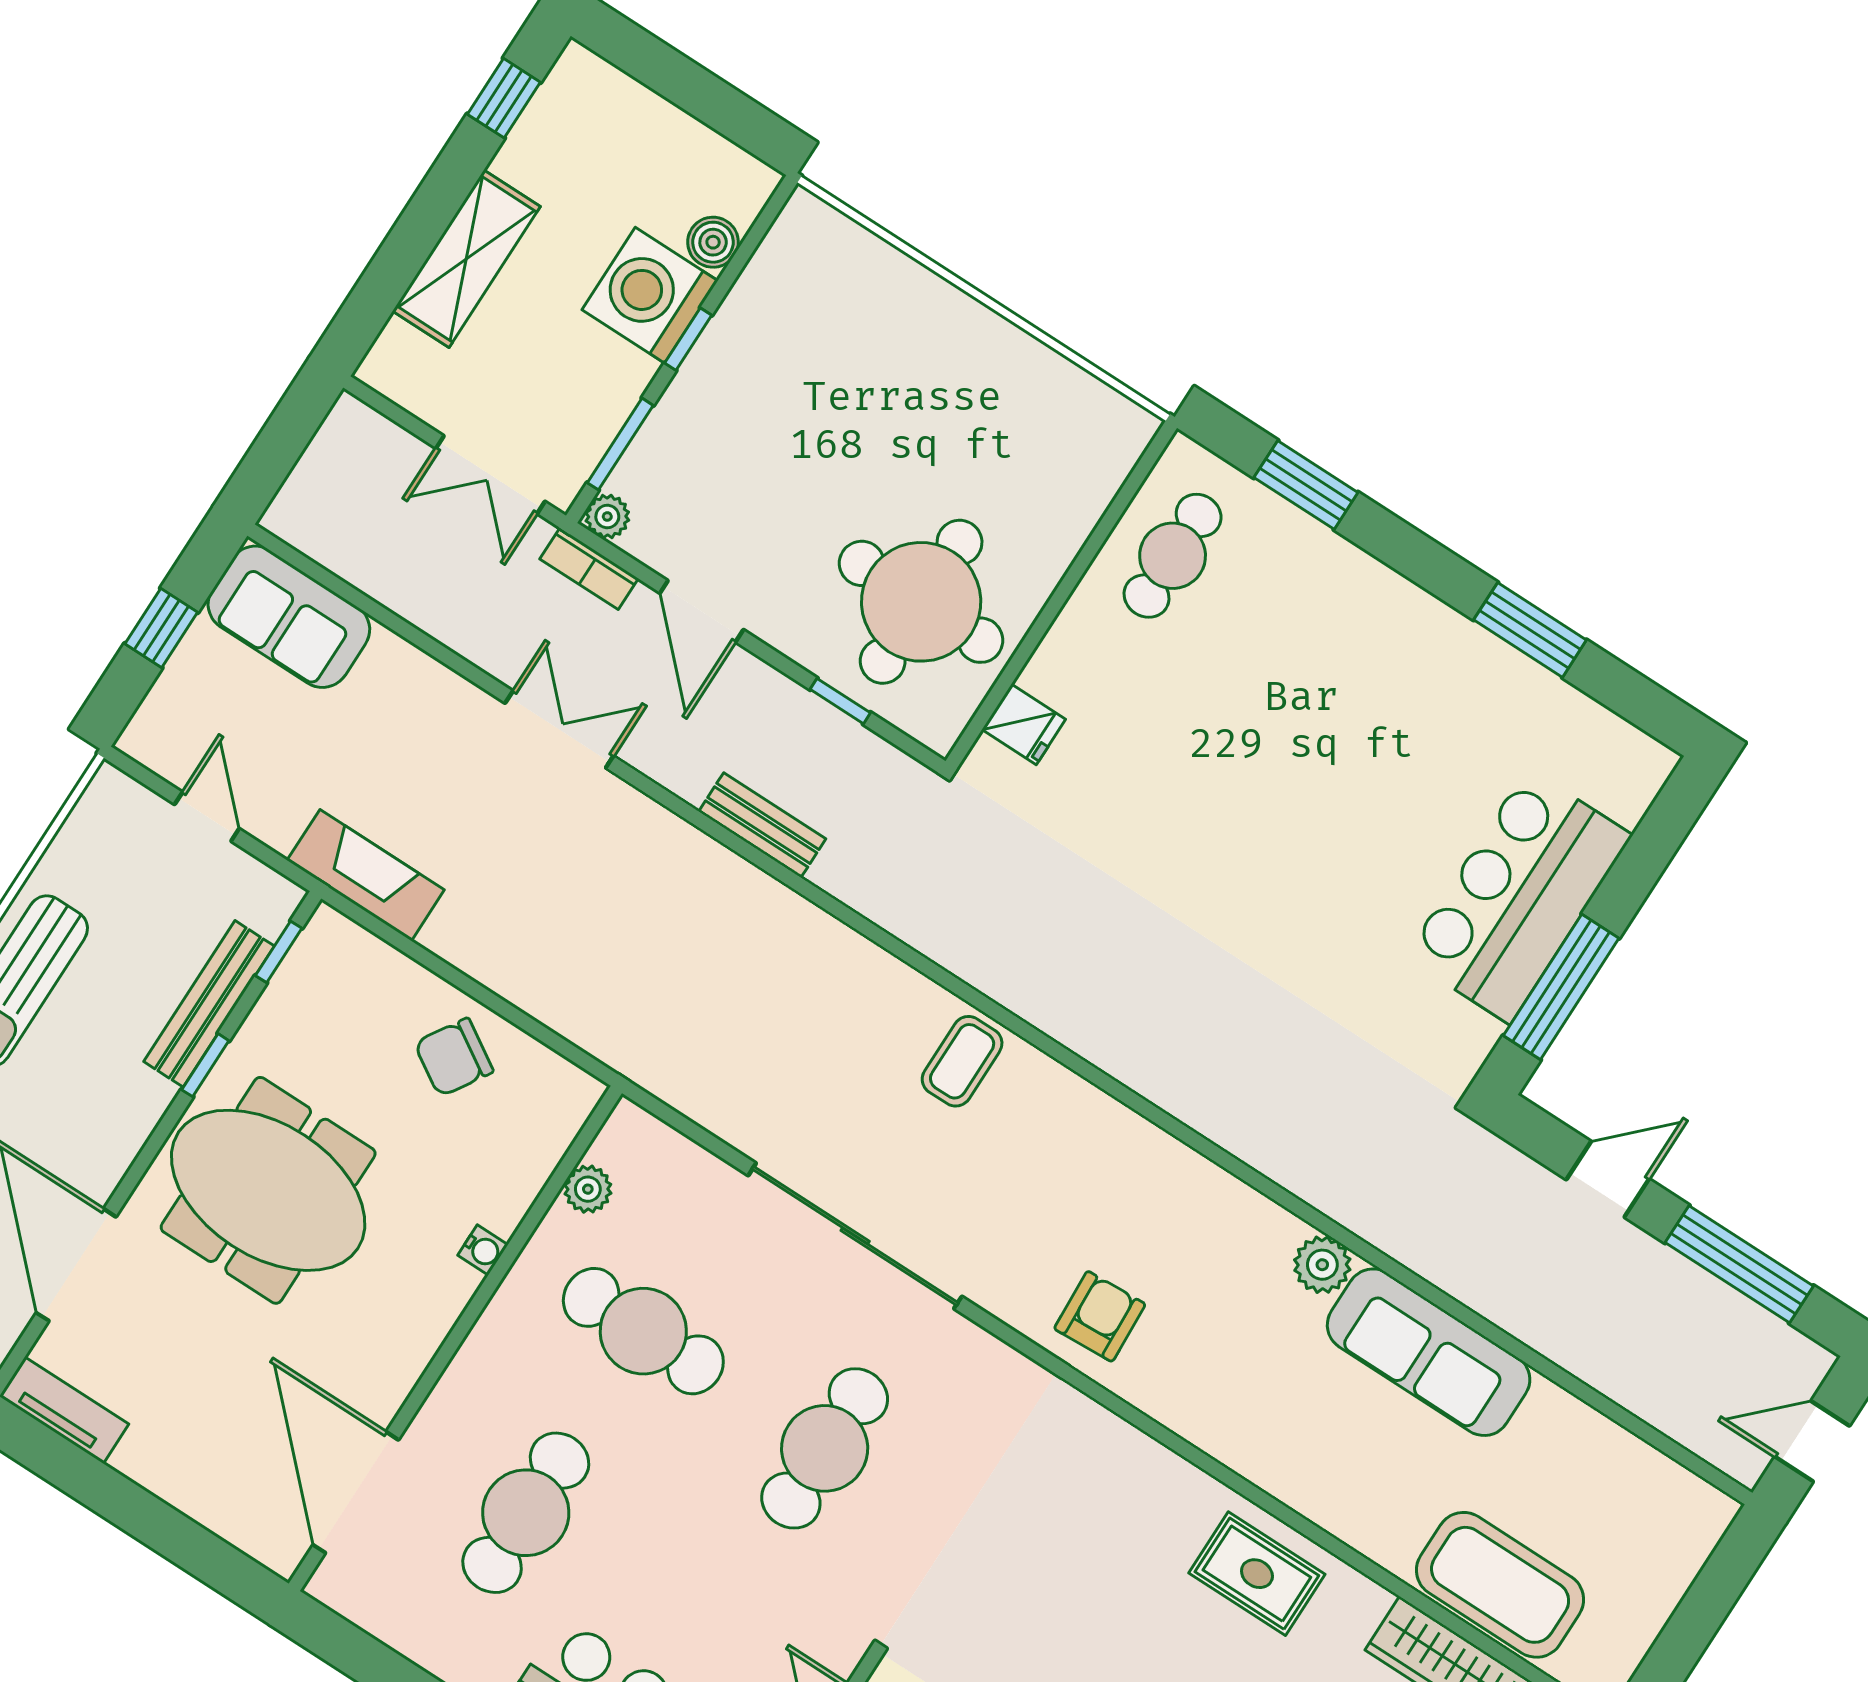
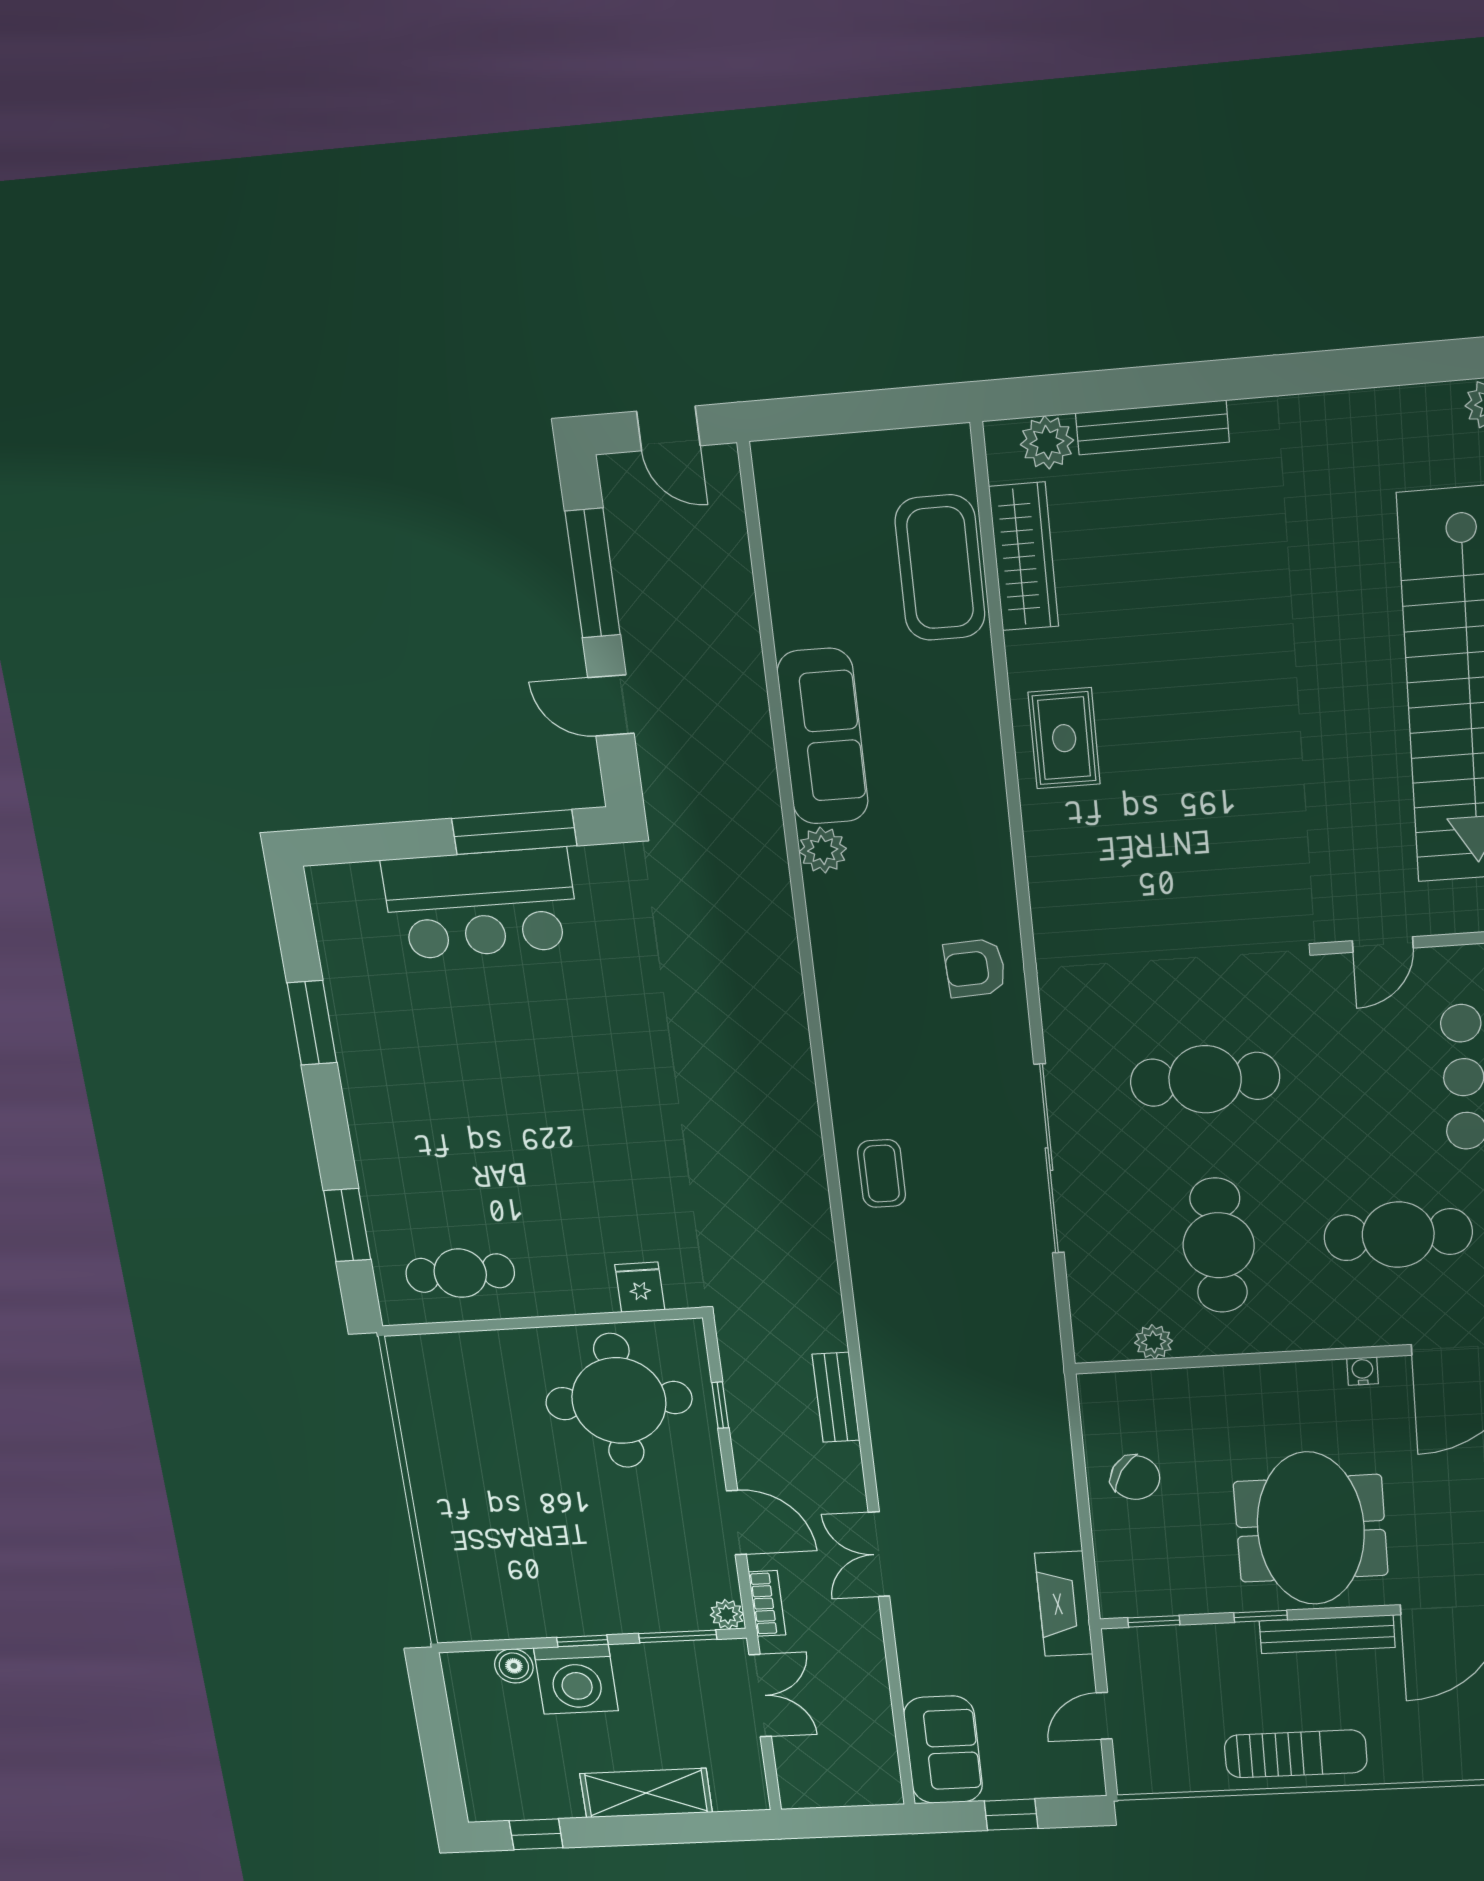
door: (702, 611) -> (736, 1523), hinge flipped
bench: (209, 1004) -> (1327, 1634), moved
coffee table: (962, 1061) -> (882, 1173), turned 90
water cooler: (483, 1250) -> (1363, 1371), moved

